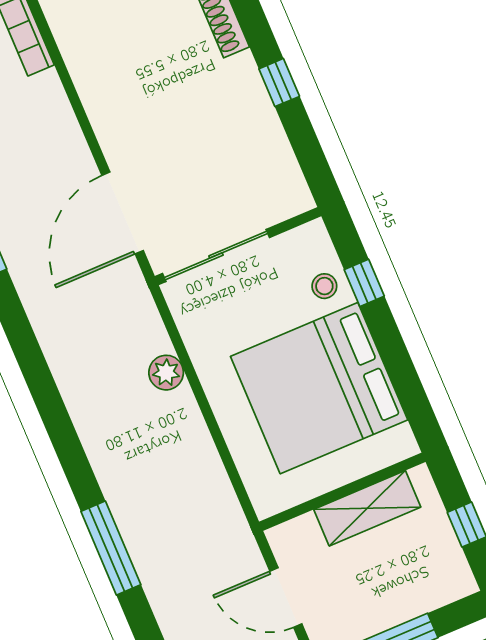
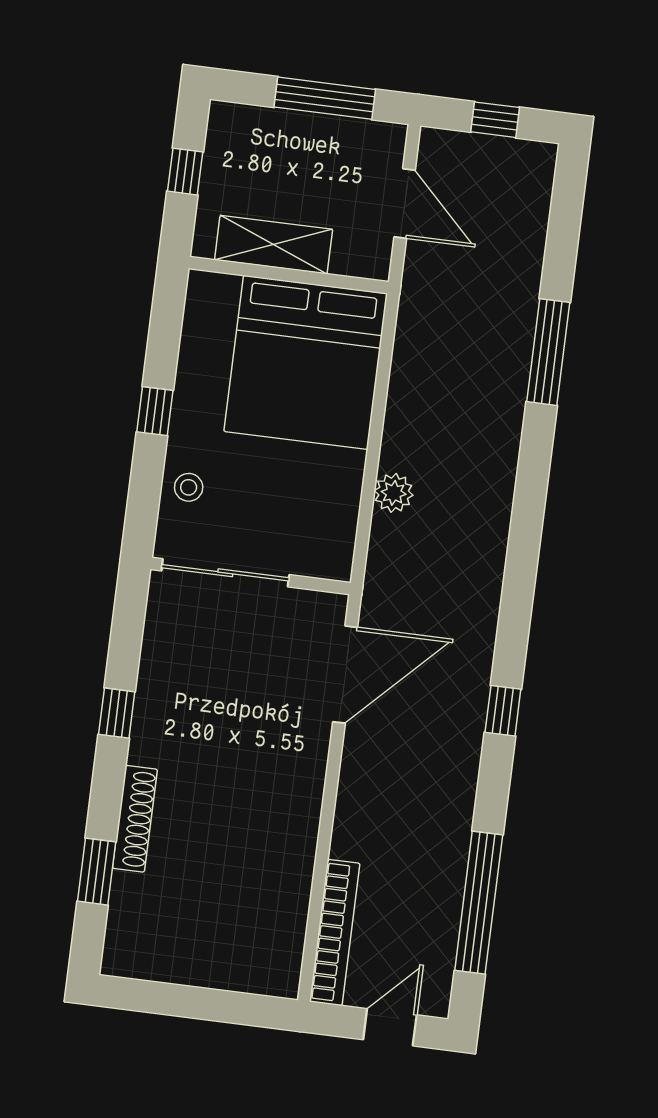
sliding door: (216, 256) -> (225, 573), moved
window: (364, 283) -> (155, 411), moved
bed: (319, 388) -> (306, 362), moved, turned 90

